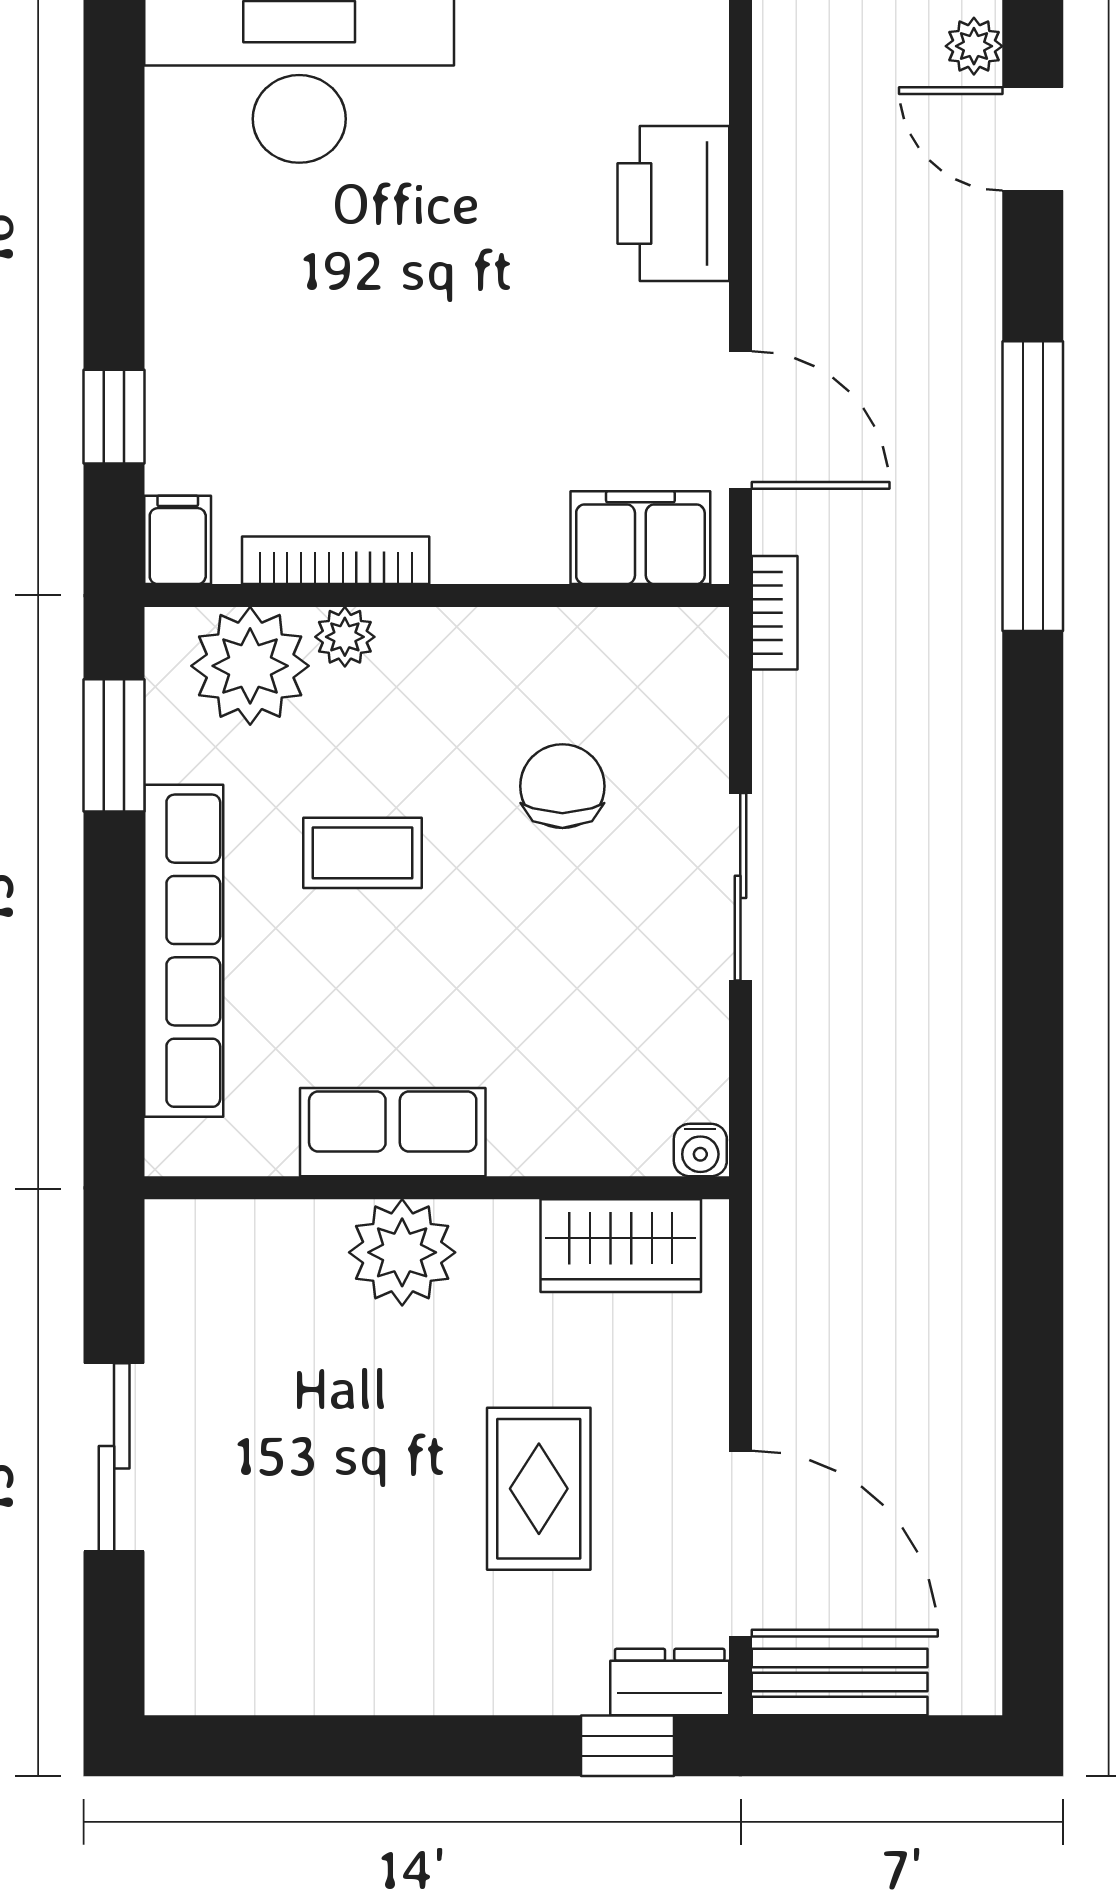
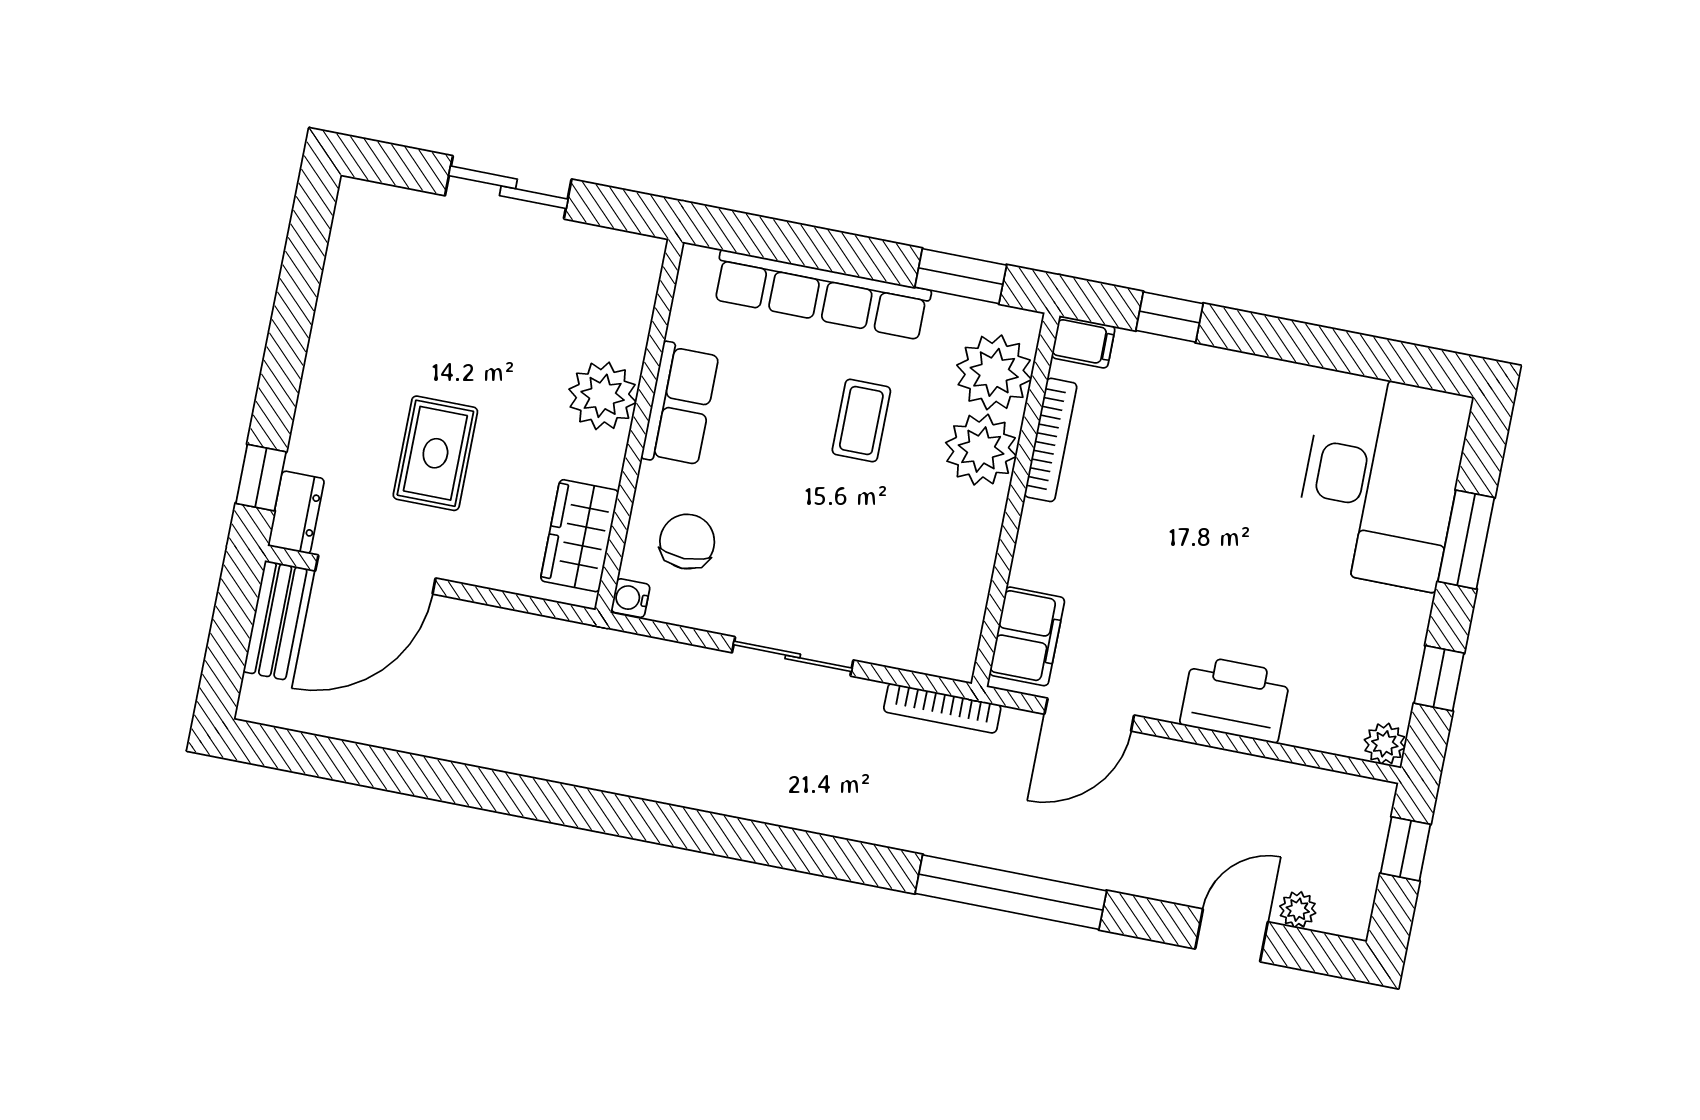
bookcase: (775, 613) -> (942, 708), width x1.56
plant: (345, 637) -> (981, 450), width x1.88, depth x1.88
chair: (562, 786) -> (687, 542), moved, turned -90
rug: (539, 1489) -> (435, 453), turned 90

